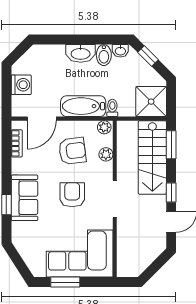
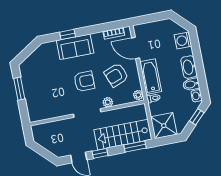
washing machine: (21, 85) -> (183, 40), moved, turned 90
armchair: (72, 151) -> (116, 75), turned 76
plant: (106, 154) -> (108, 102), moved
corner sofa: (80, 254) -> (42, 95), removed

